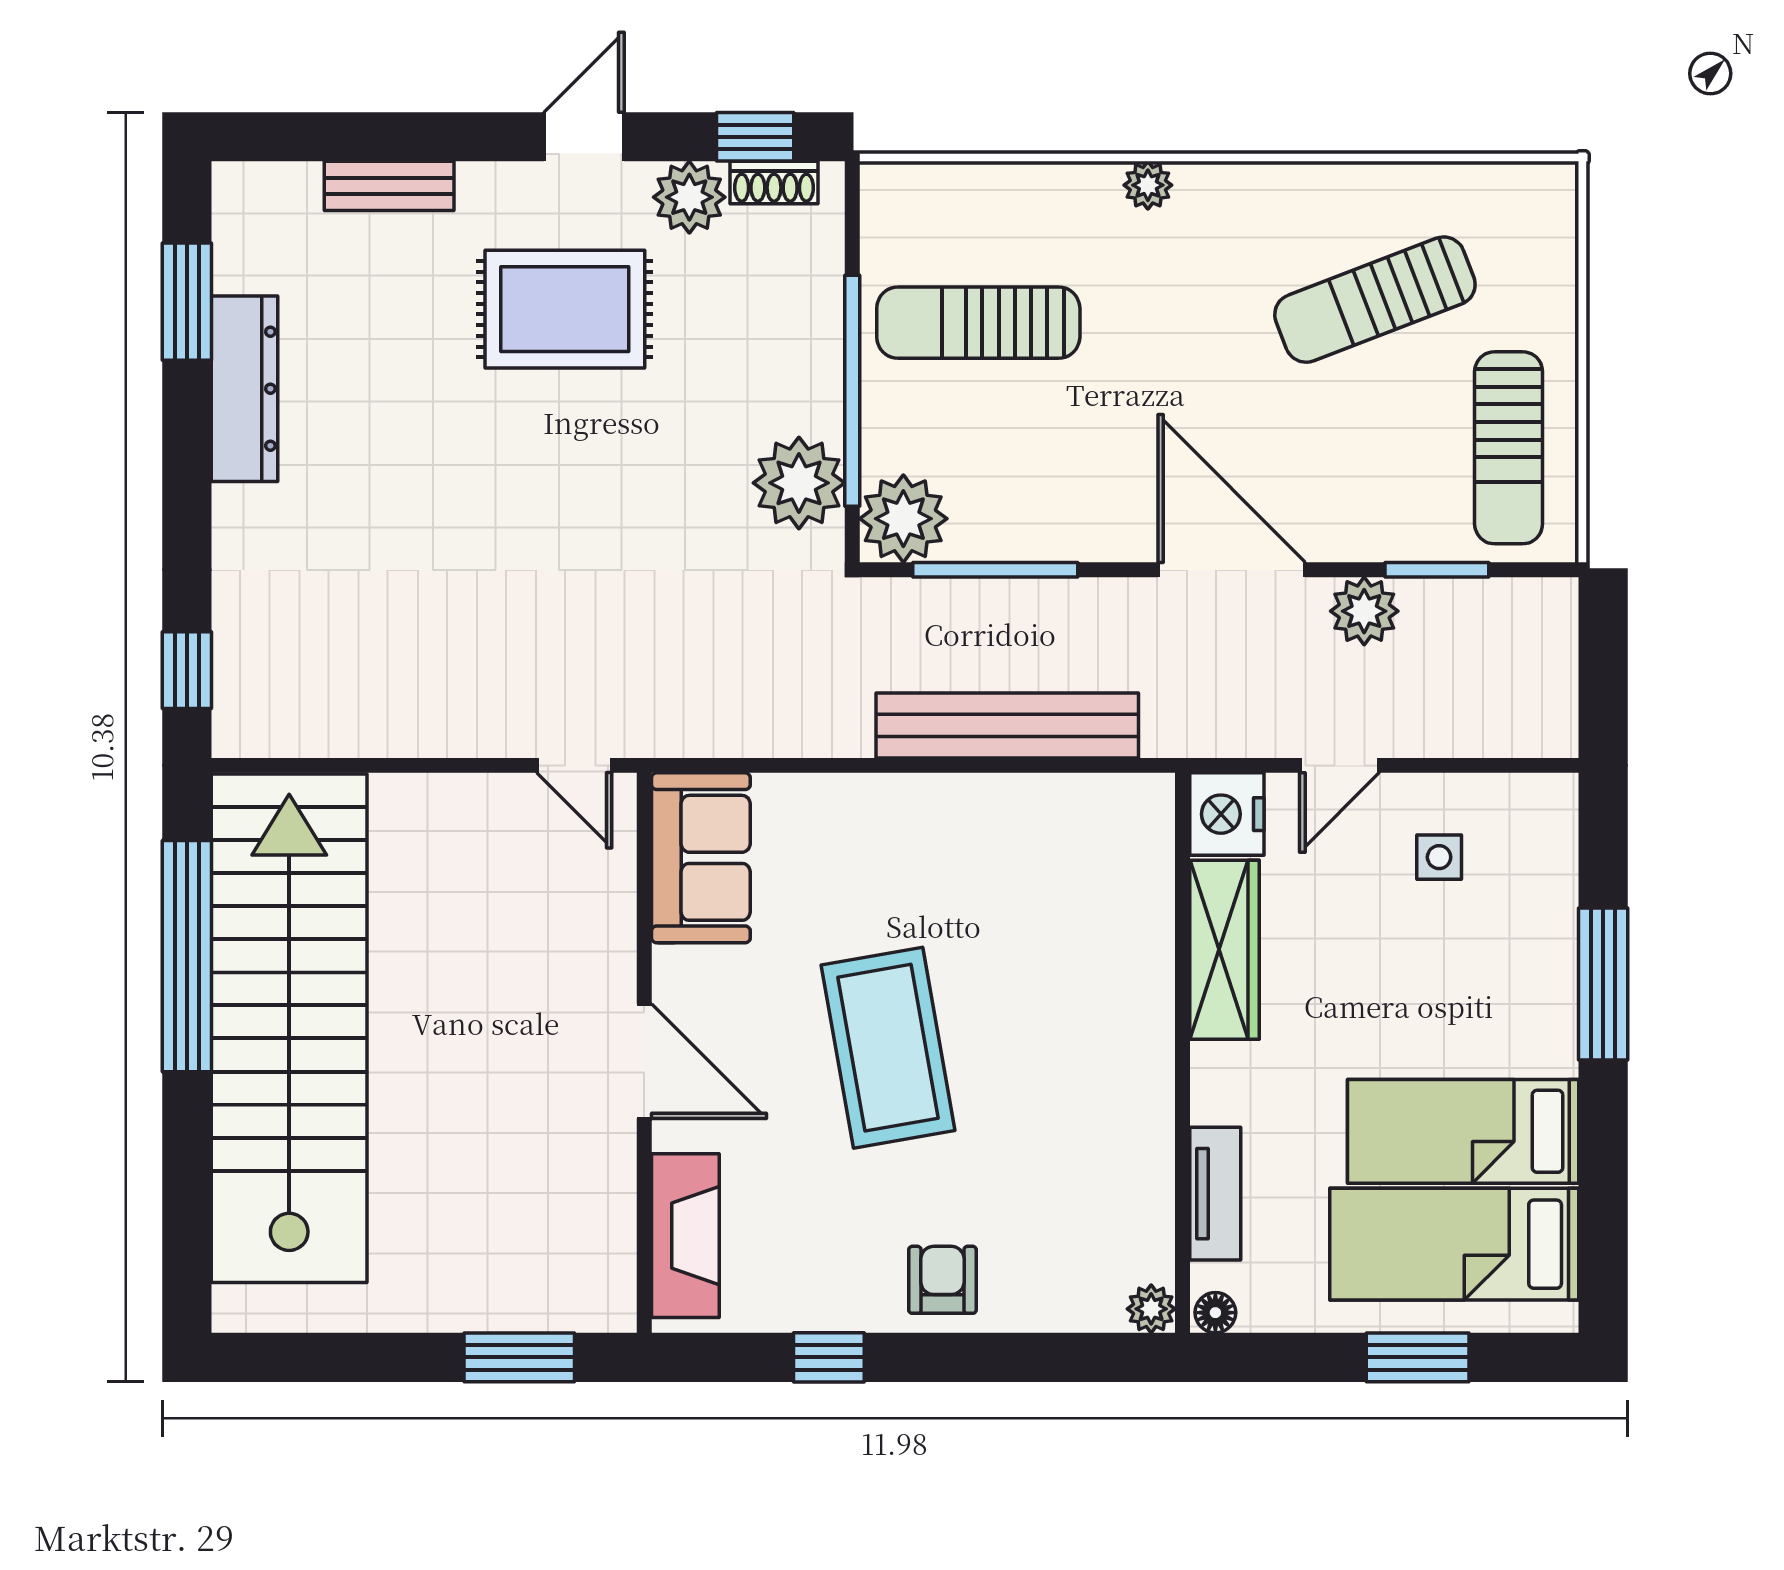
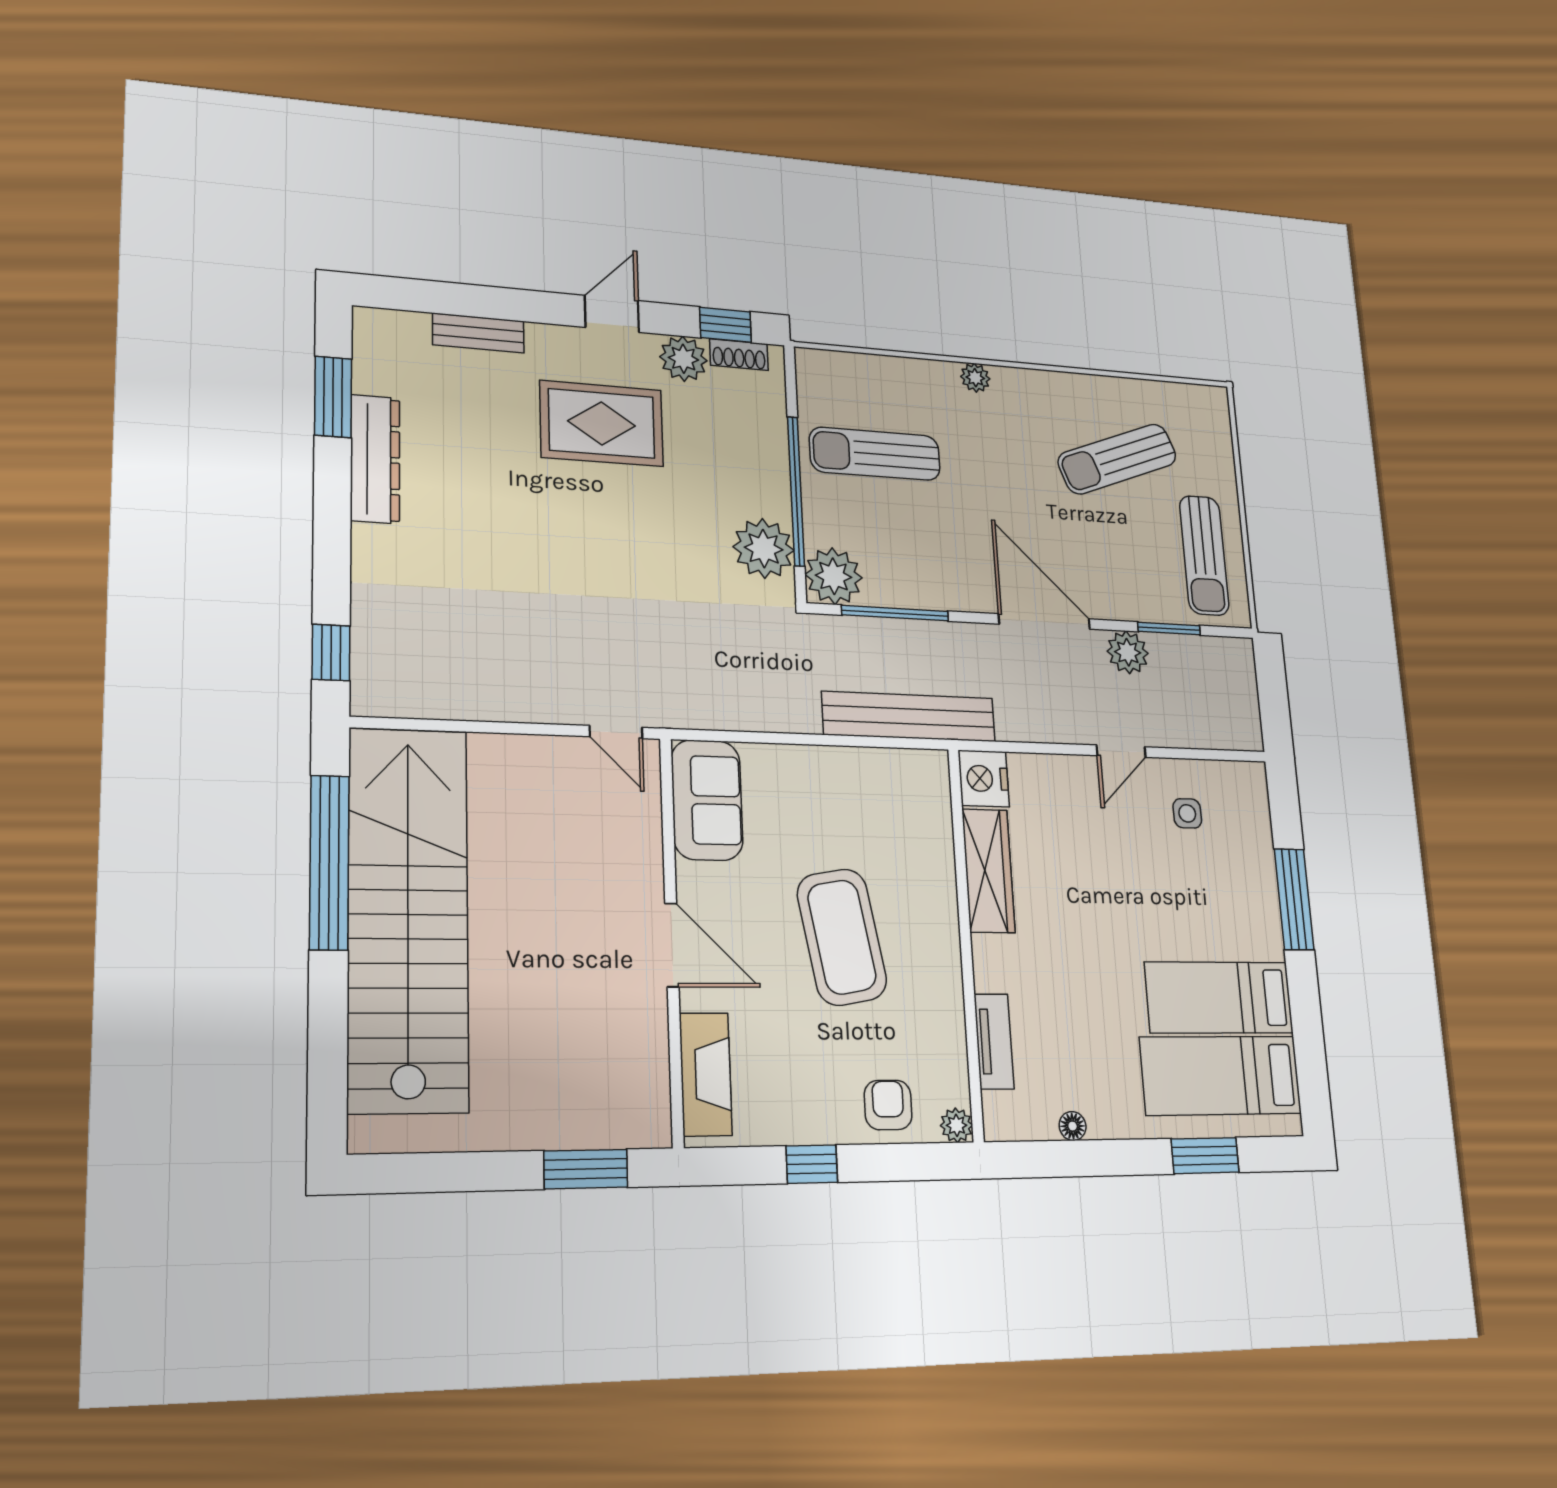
nightstand: (1227, 814) -> (984, 779), moved
wardrobe: (1224, 950) -> (988, 871), moved
wall: (1182, 1053) -> (966, 942), moved
tv unit: (1215, 1194) -> (994, 1041), moved
plant: (1151, 1309) -> (957, 1125), moved

